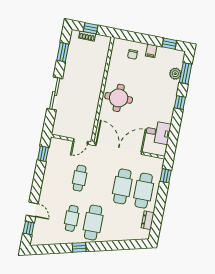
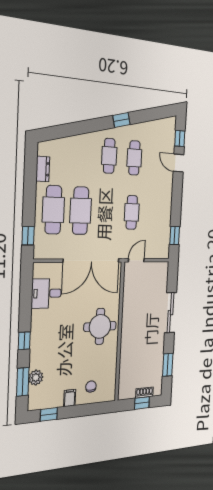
cafe table: (93, 223) -> (109, 156), width x0.73, depth x0.74

